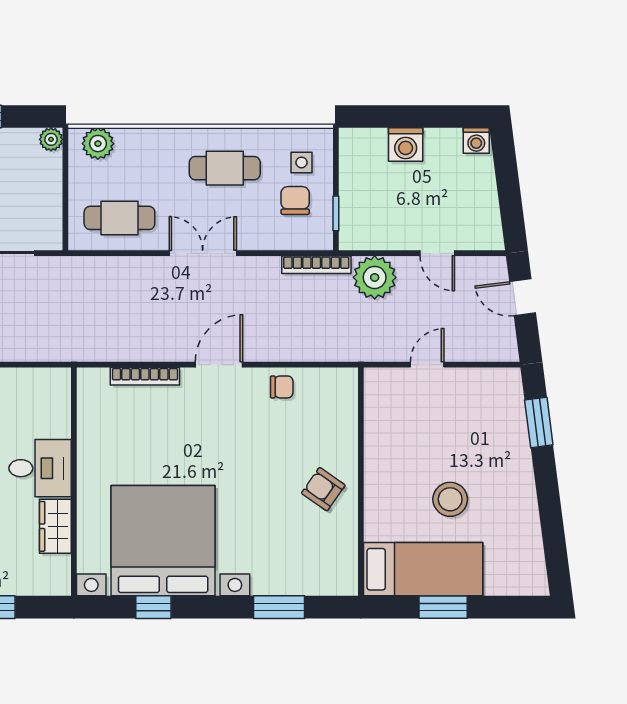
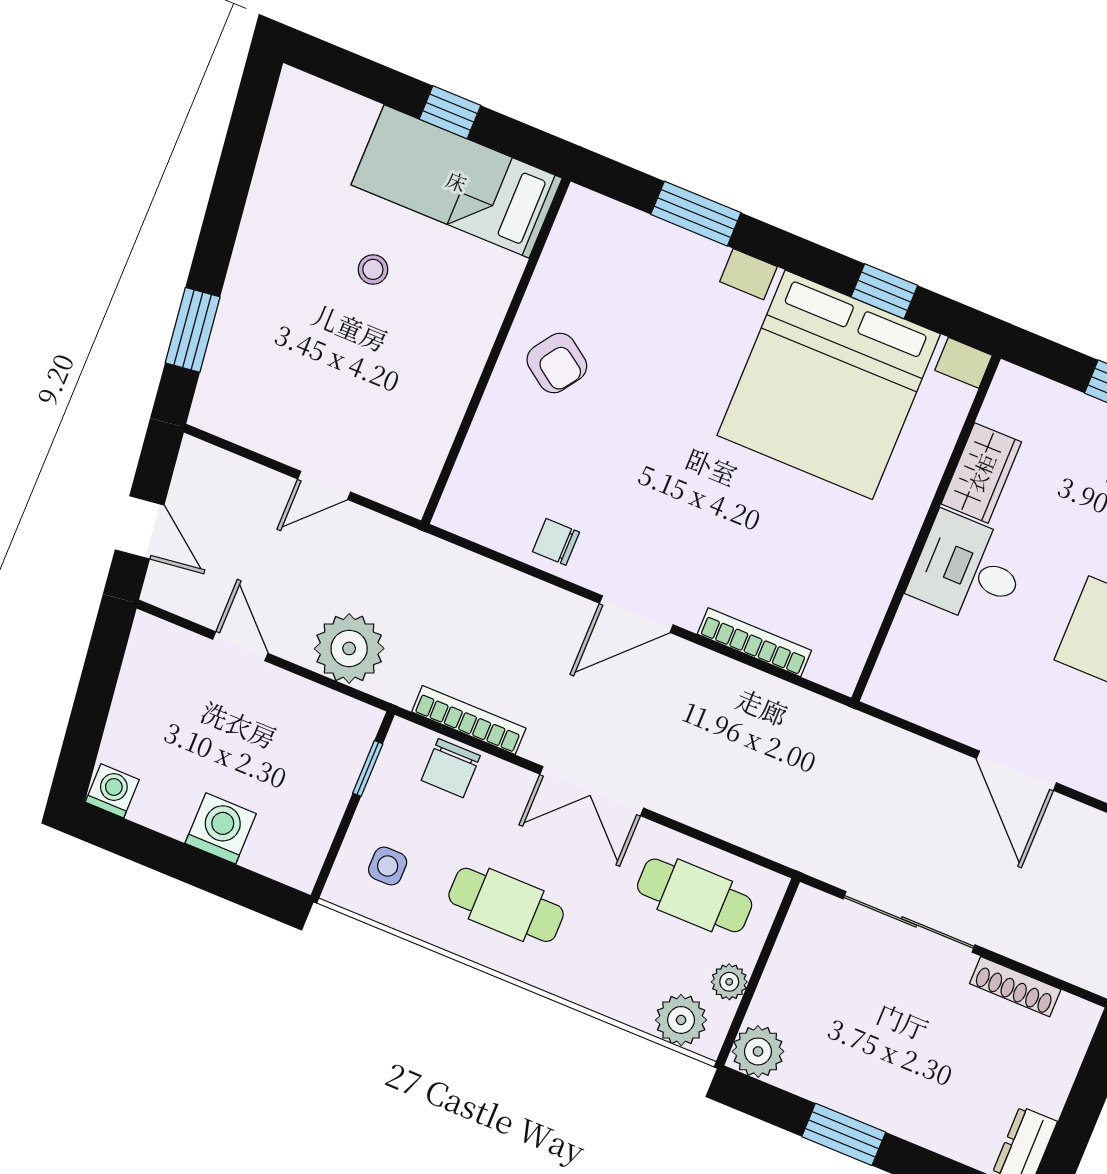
plant: (51, 139) -> (758, 1051), width x1.38, depth x1.38
plant: (79, 177) -> (729, 982), added
chair: (295, 200) -> (451, 768), moved
bookcase: (316, 265) -> (469, 720), moved
stool: (450, 499) -> (373, 269), width x0.53, depth x0.53
window: (443, 607) -> (450, 112), width x0.67

